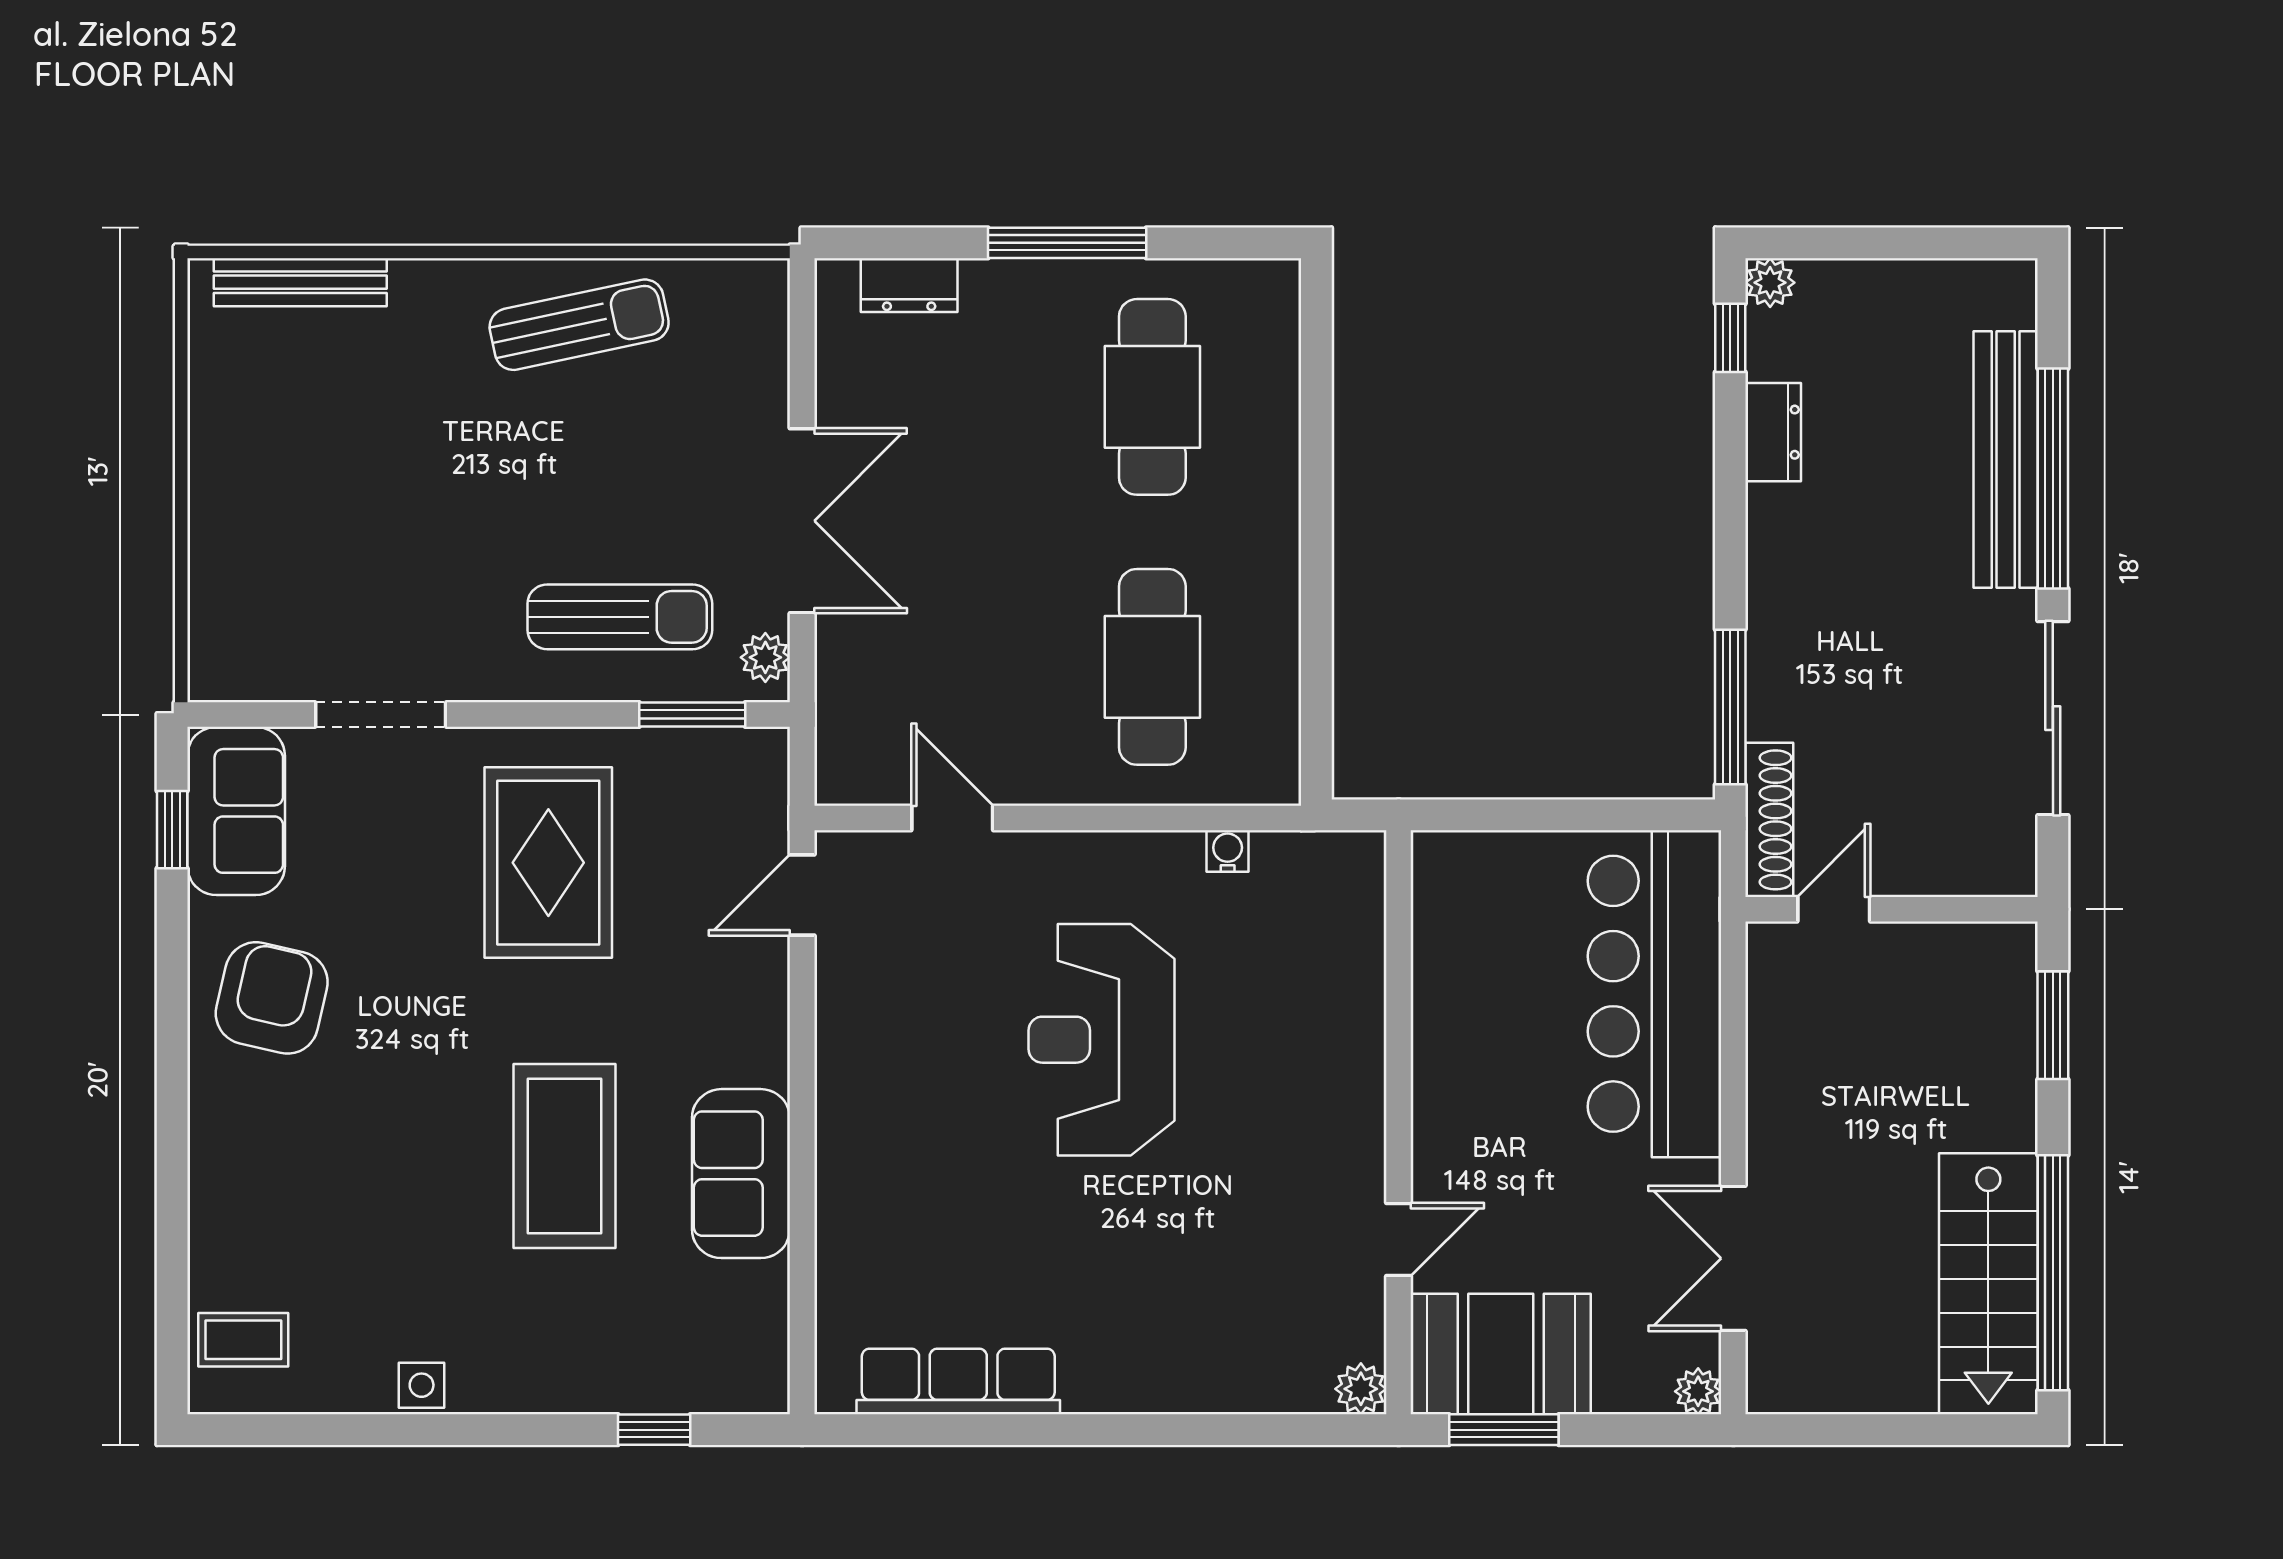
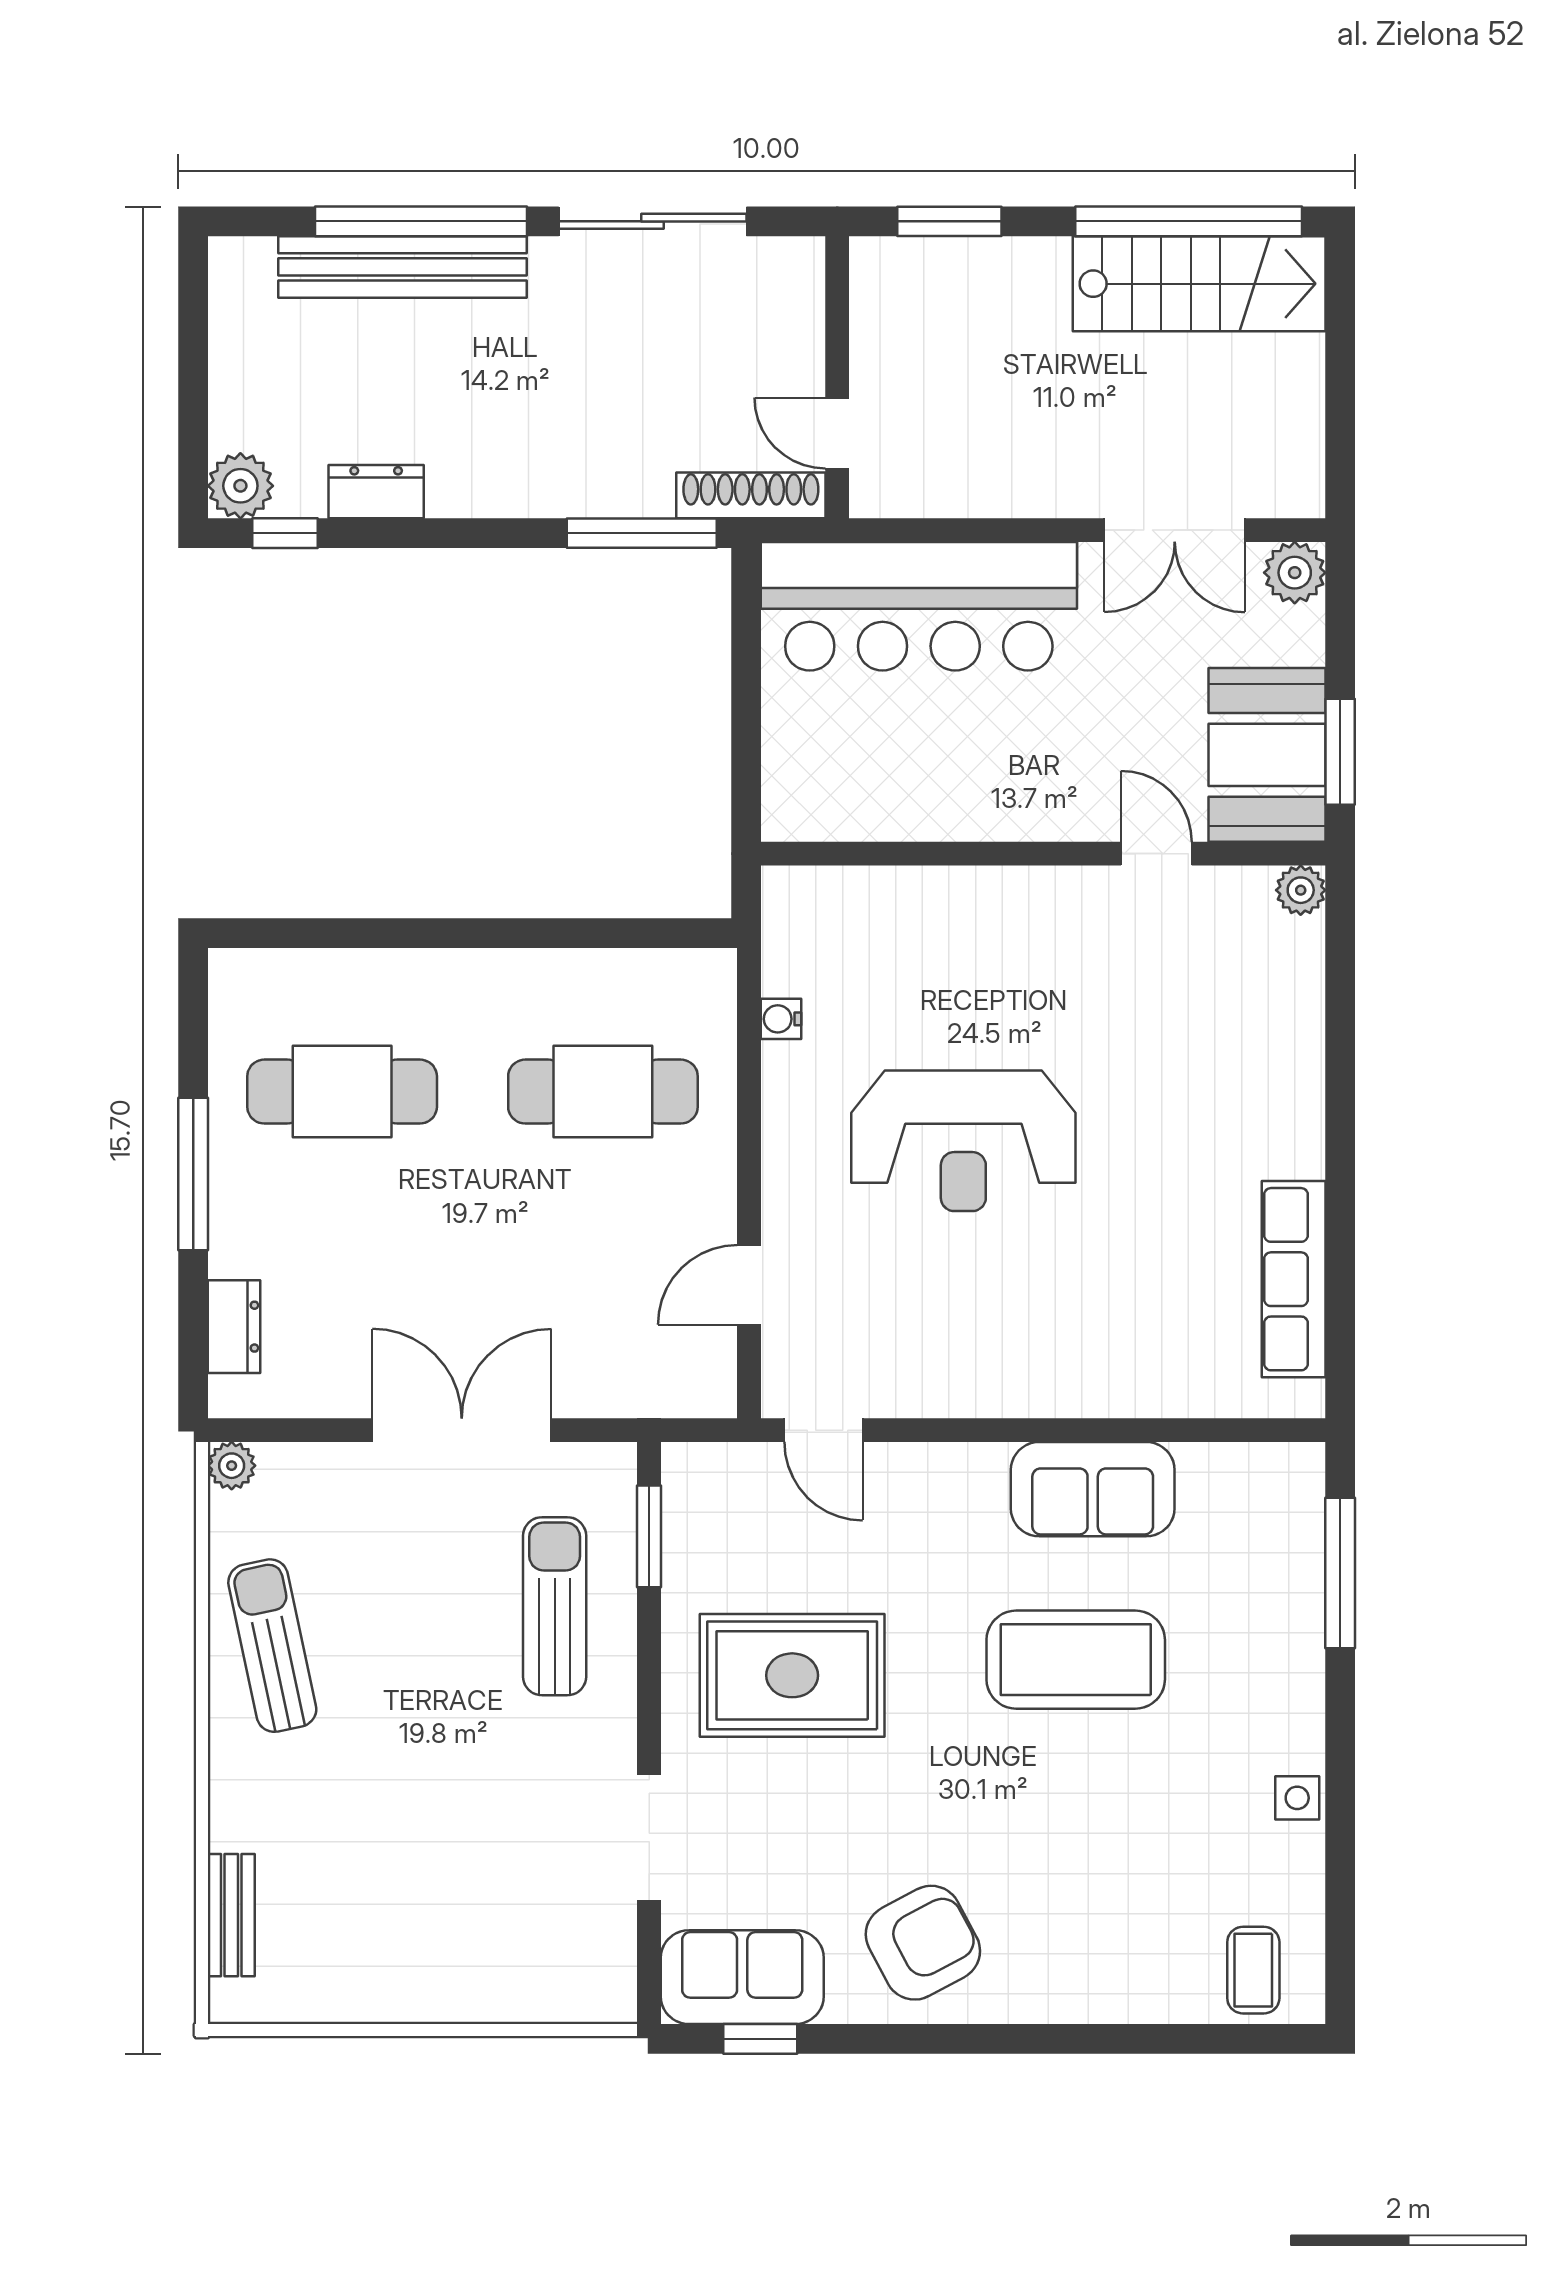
bench: (300, 282) -> (231, 1915), width x0.73
plant: (1770, 283) -> (240, 486), width x1.38, depth x1.38
plant: (765, 657) -> (232, 1466), moved
armchair: (272, 998) -> (923, 1943), turned 139
plant: (1698, 1391) -> (1295, 573), width x1.38, depth x1.38
window: (654, 1430) -> (1340, 1573), width x2.17

